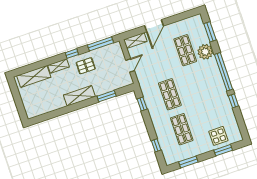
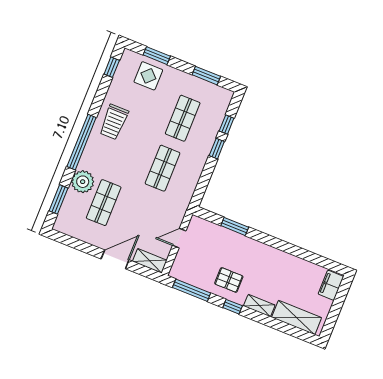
shelving: (79, 96) -> (264, 253), removed
trolley: (216, 97) -> (114, 122), added
window: (233, 101) -> (112, 67), moved
window: (142, 104) -> (217, 149), moved
filing cabinet: (30, 108) -> (331, 285), added

